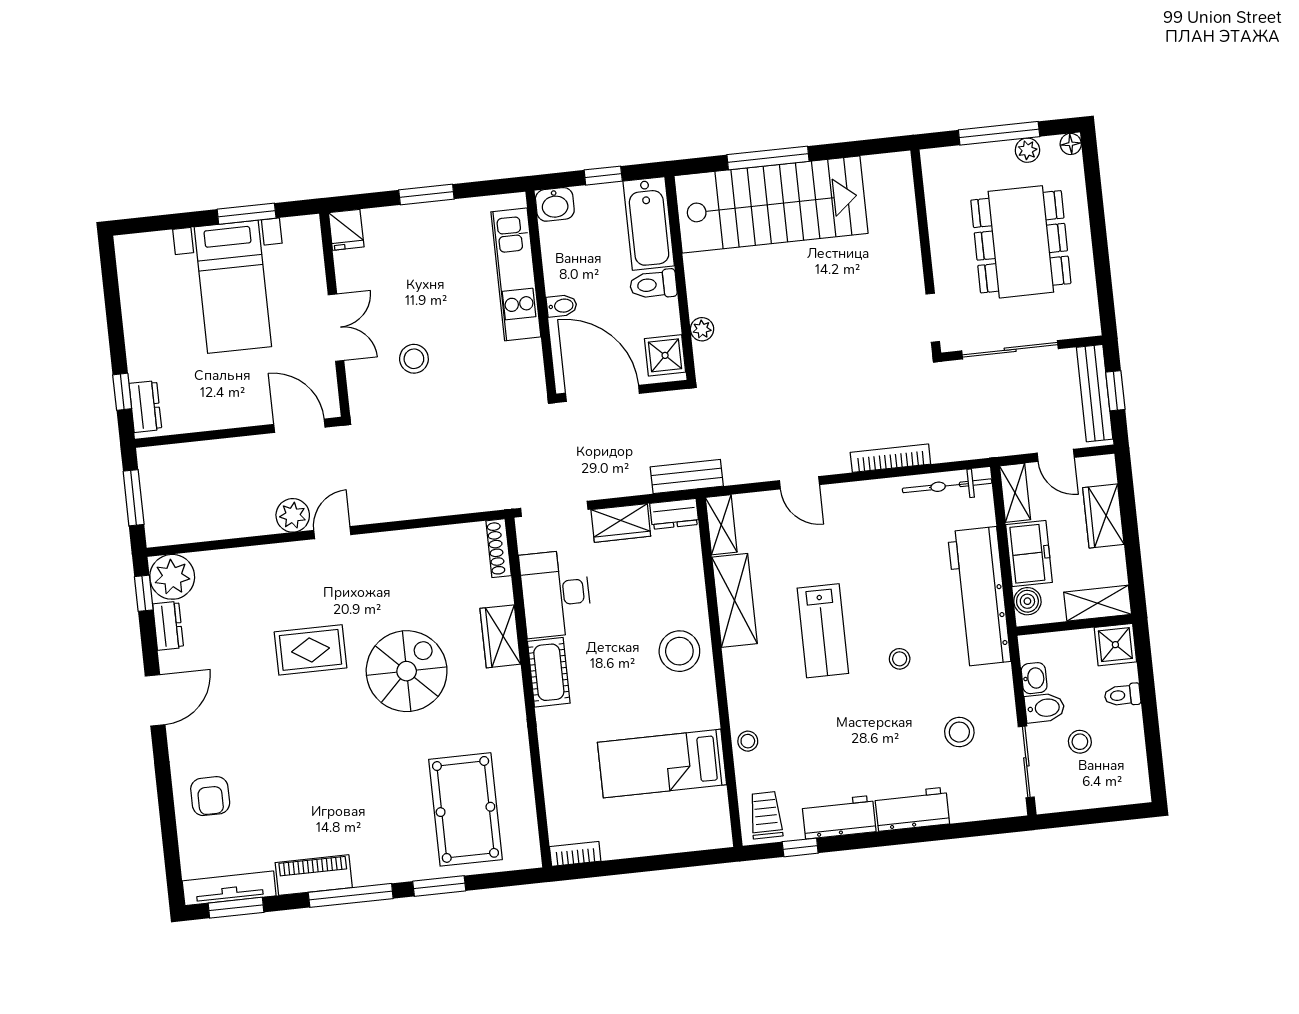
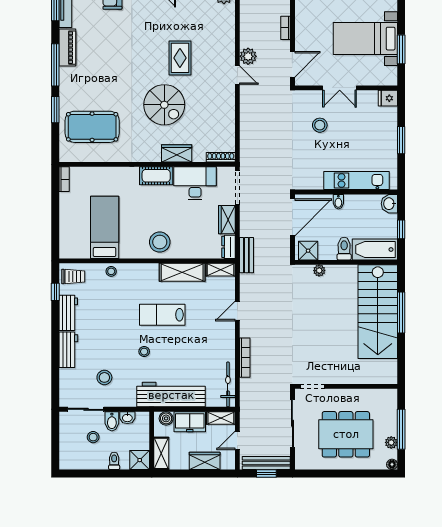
bookcase: (228, 447) -> (286, 28), added

